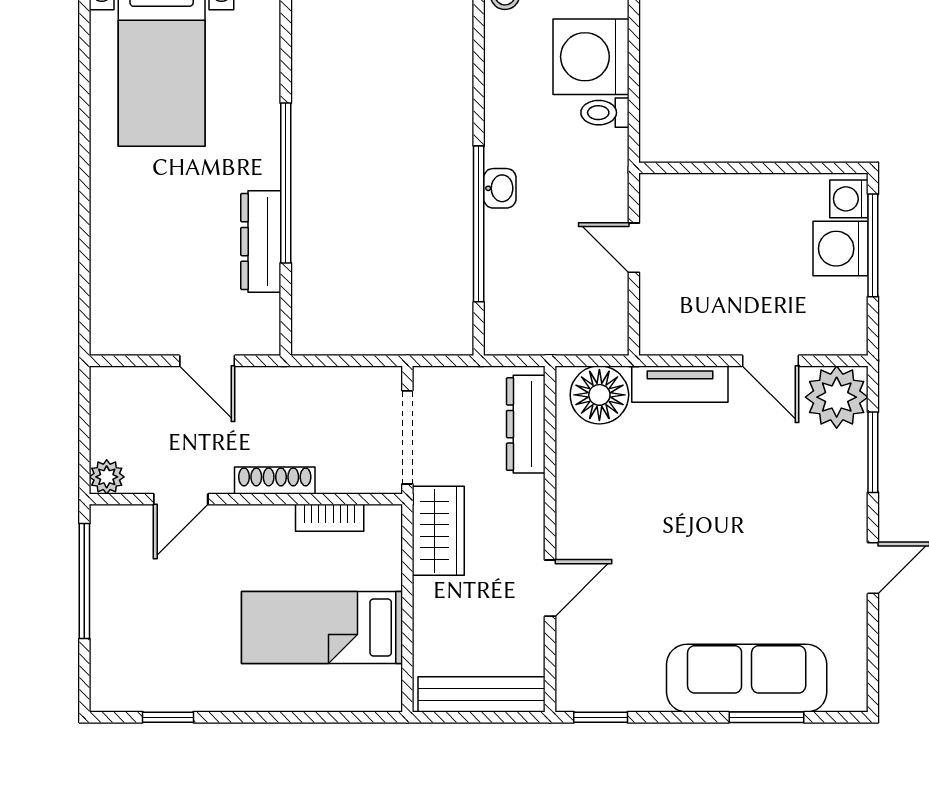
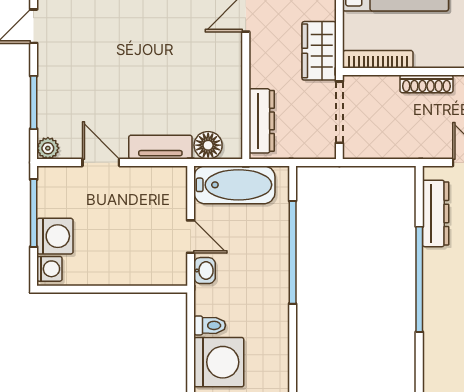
washbasin: (500, 188) -> (205, 271), moved, turned 180
dresser: (261, 242) -> (436, 213), moved
window: (873, 245) -> (34, 213), moved
bathtub: (567, 327) -> (234, 185), added
floor lamp: (599, 395) -> (208, 145), width x0.73, depth x0.73
plant: (837, 397) -> (48, 148), width x0.53, depth x0.53
bookcase: (330, 518) -> (378, 59), width x1.56

